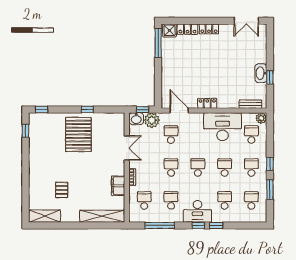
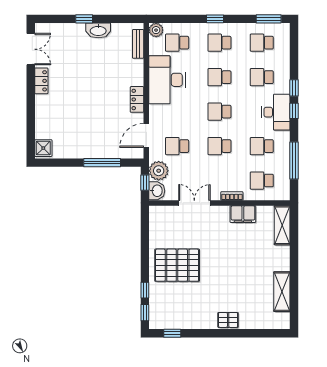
locker: (187, 29) -> (42, 125), removed
locker: (209, 29) -> (41, 81), moved
window: (158, 43) -> (102, 163), moved
window: (270, 77) -> (84, 19), moved
window: (87, 109) -> (145, 290), moved
pallet: (62, 190) -> (228, 320), moved
window: (270, 190) -> (269, 19), moved
shelving: (45, 216) -> (282, 292), moved
shelving: (102, 216) -> (282, 225), width x0.68

